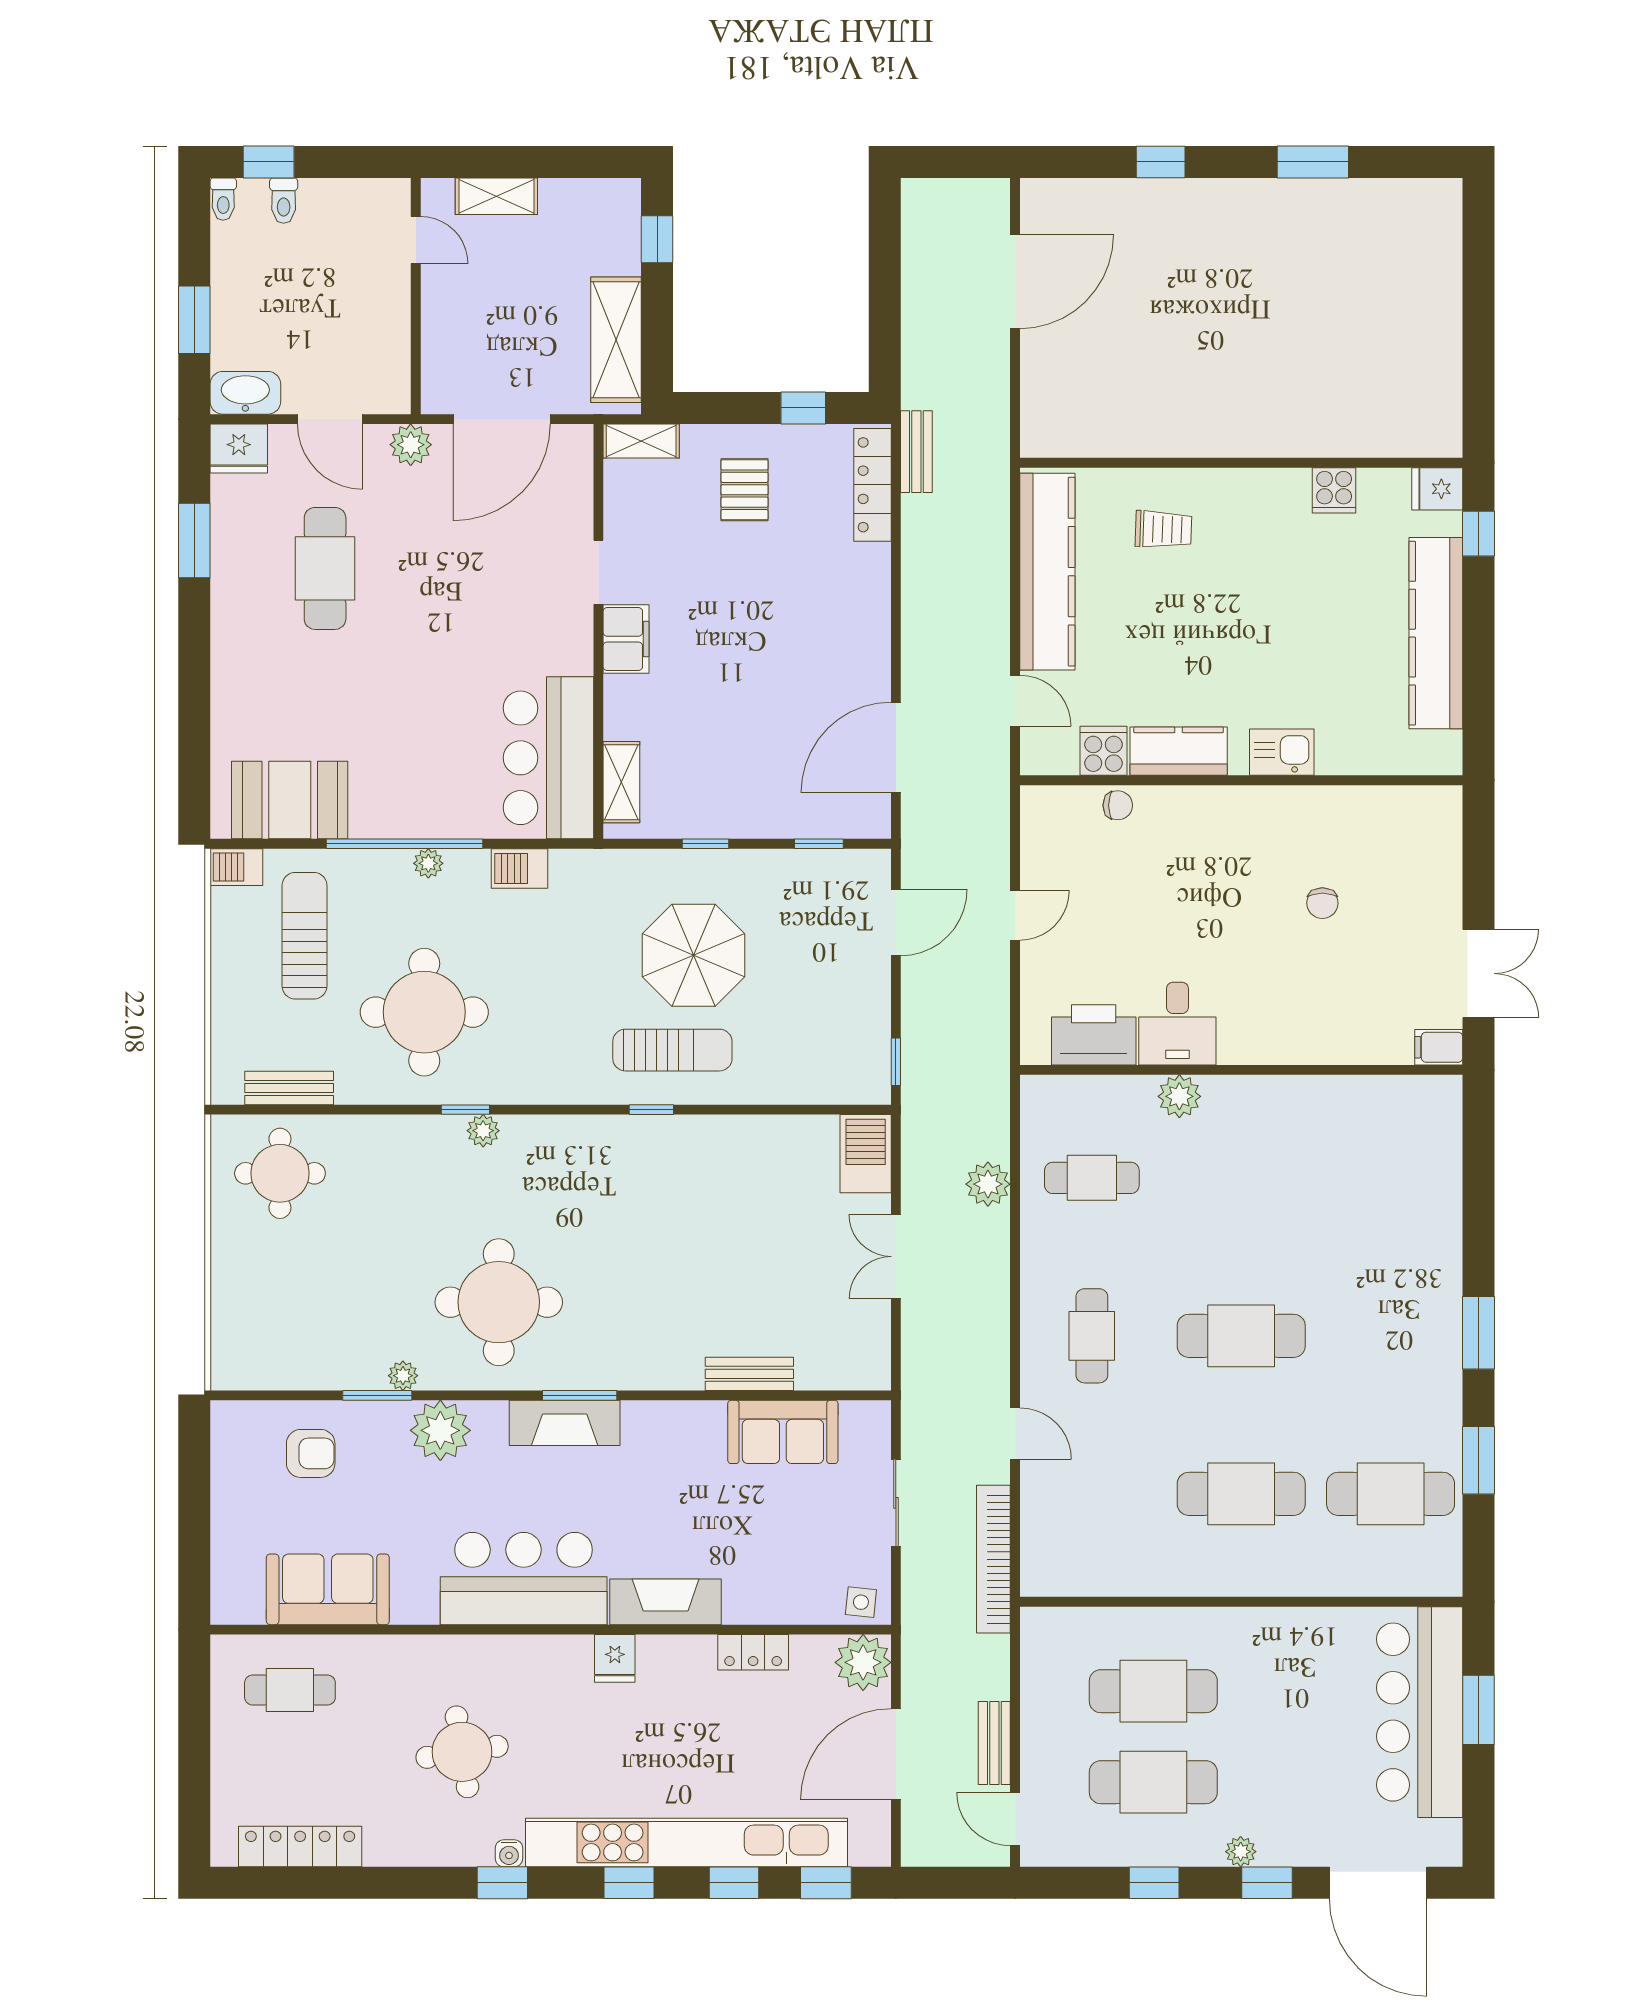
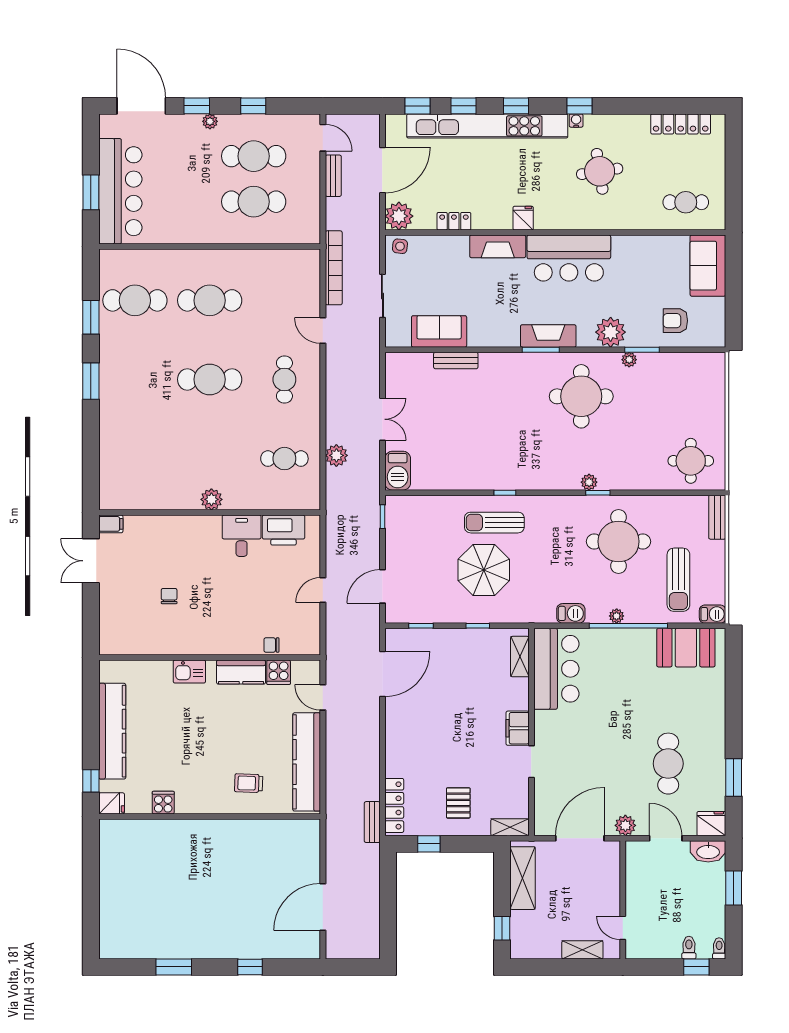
bench: (289, 1088) -> (717, 517), moved, turned 90
plant: (1179, 1096) -> (211, 499), moved
sofa: (328, 1589) -> (708, 266), moved, turned 90

